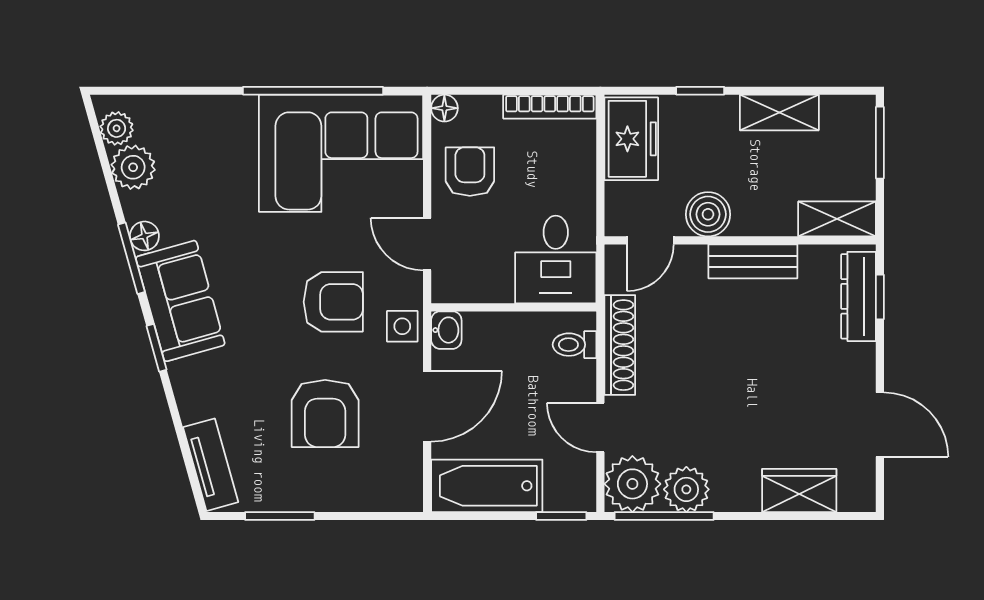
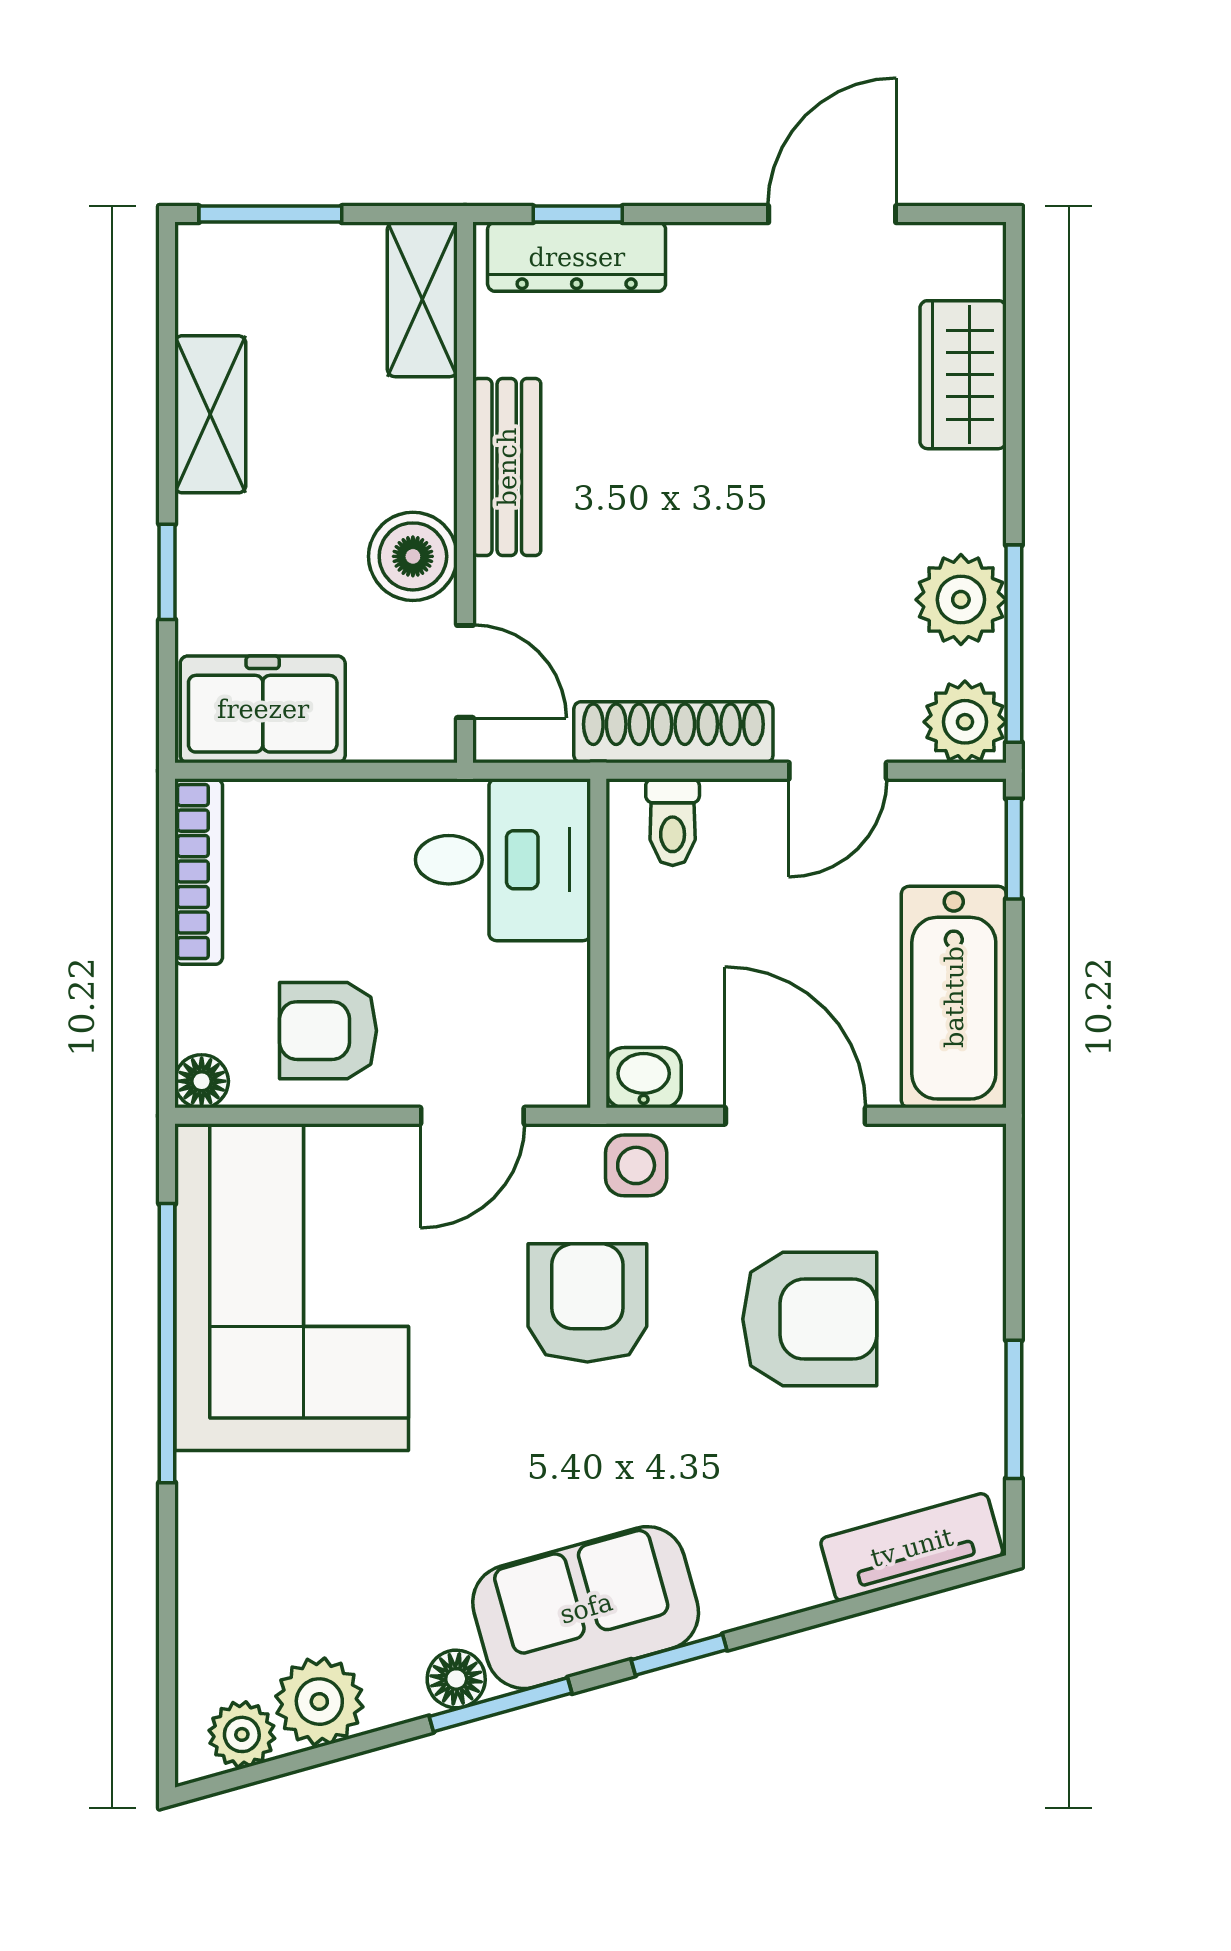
plant: (632, 484) -> (965, 722), width x0.73, depth x0.73

